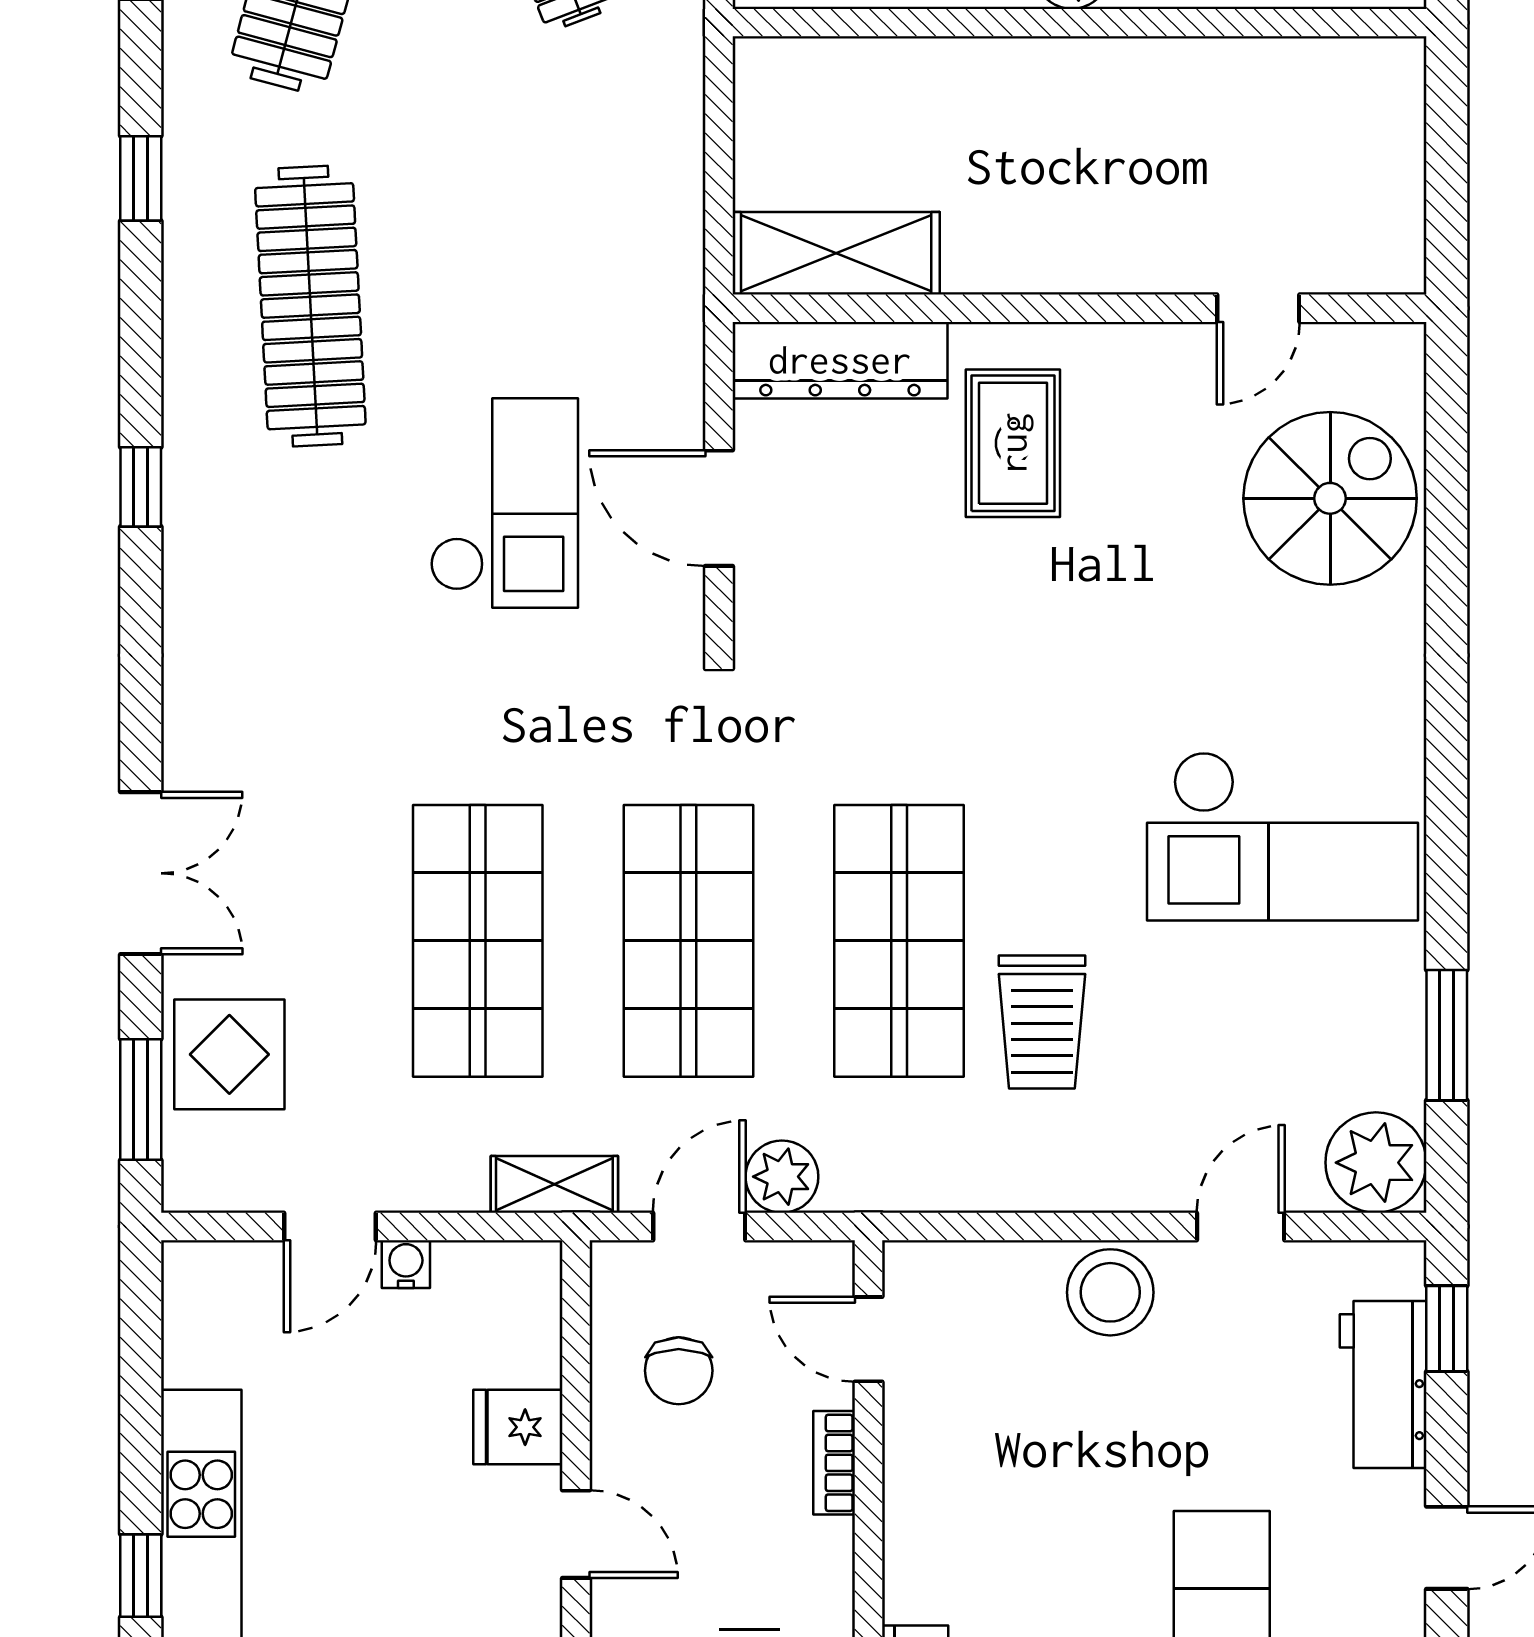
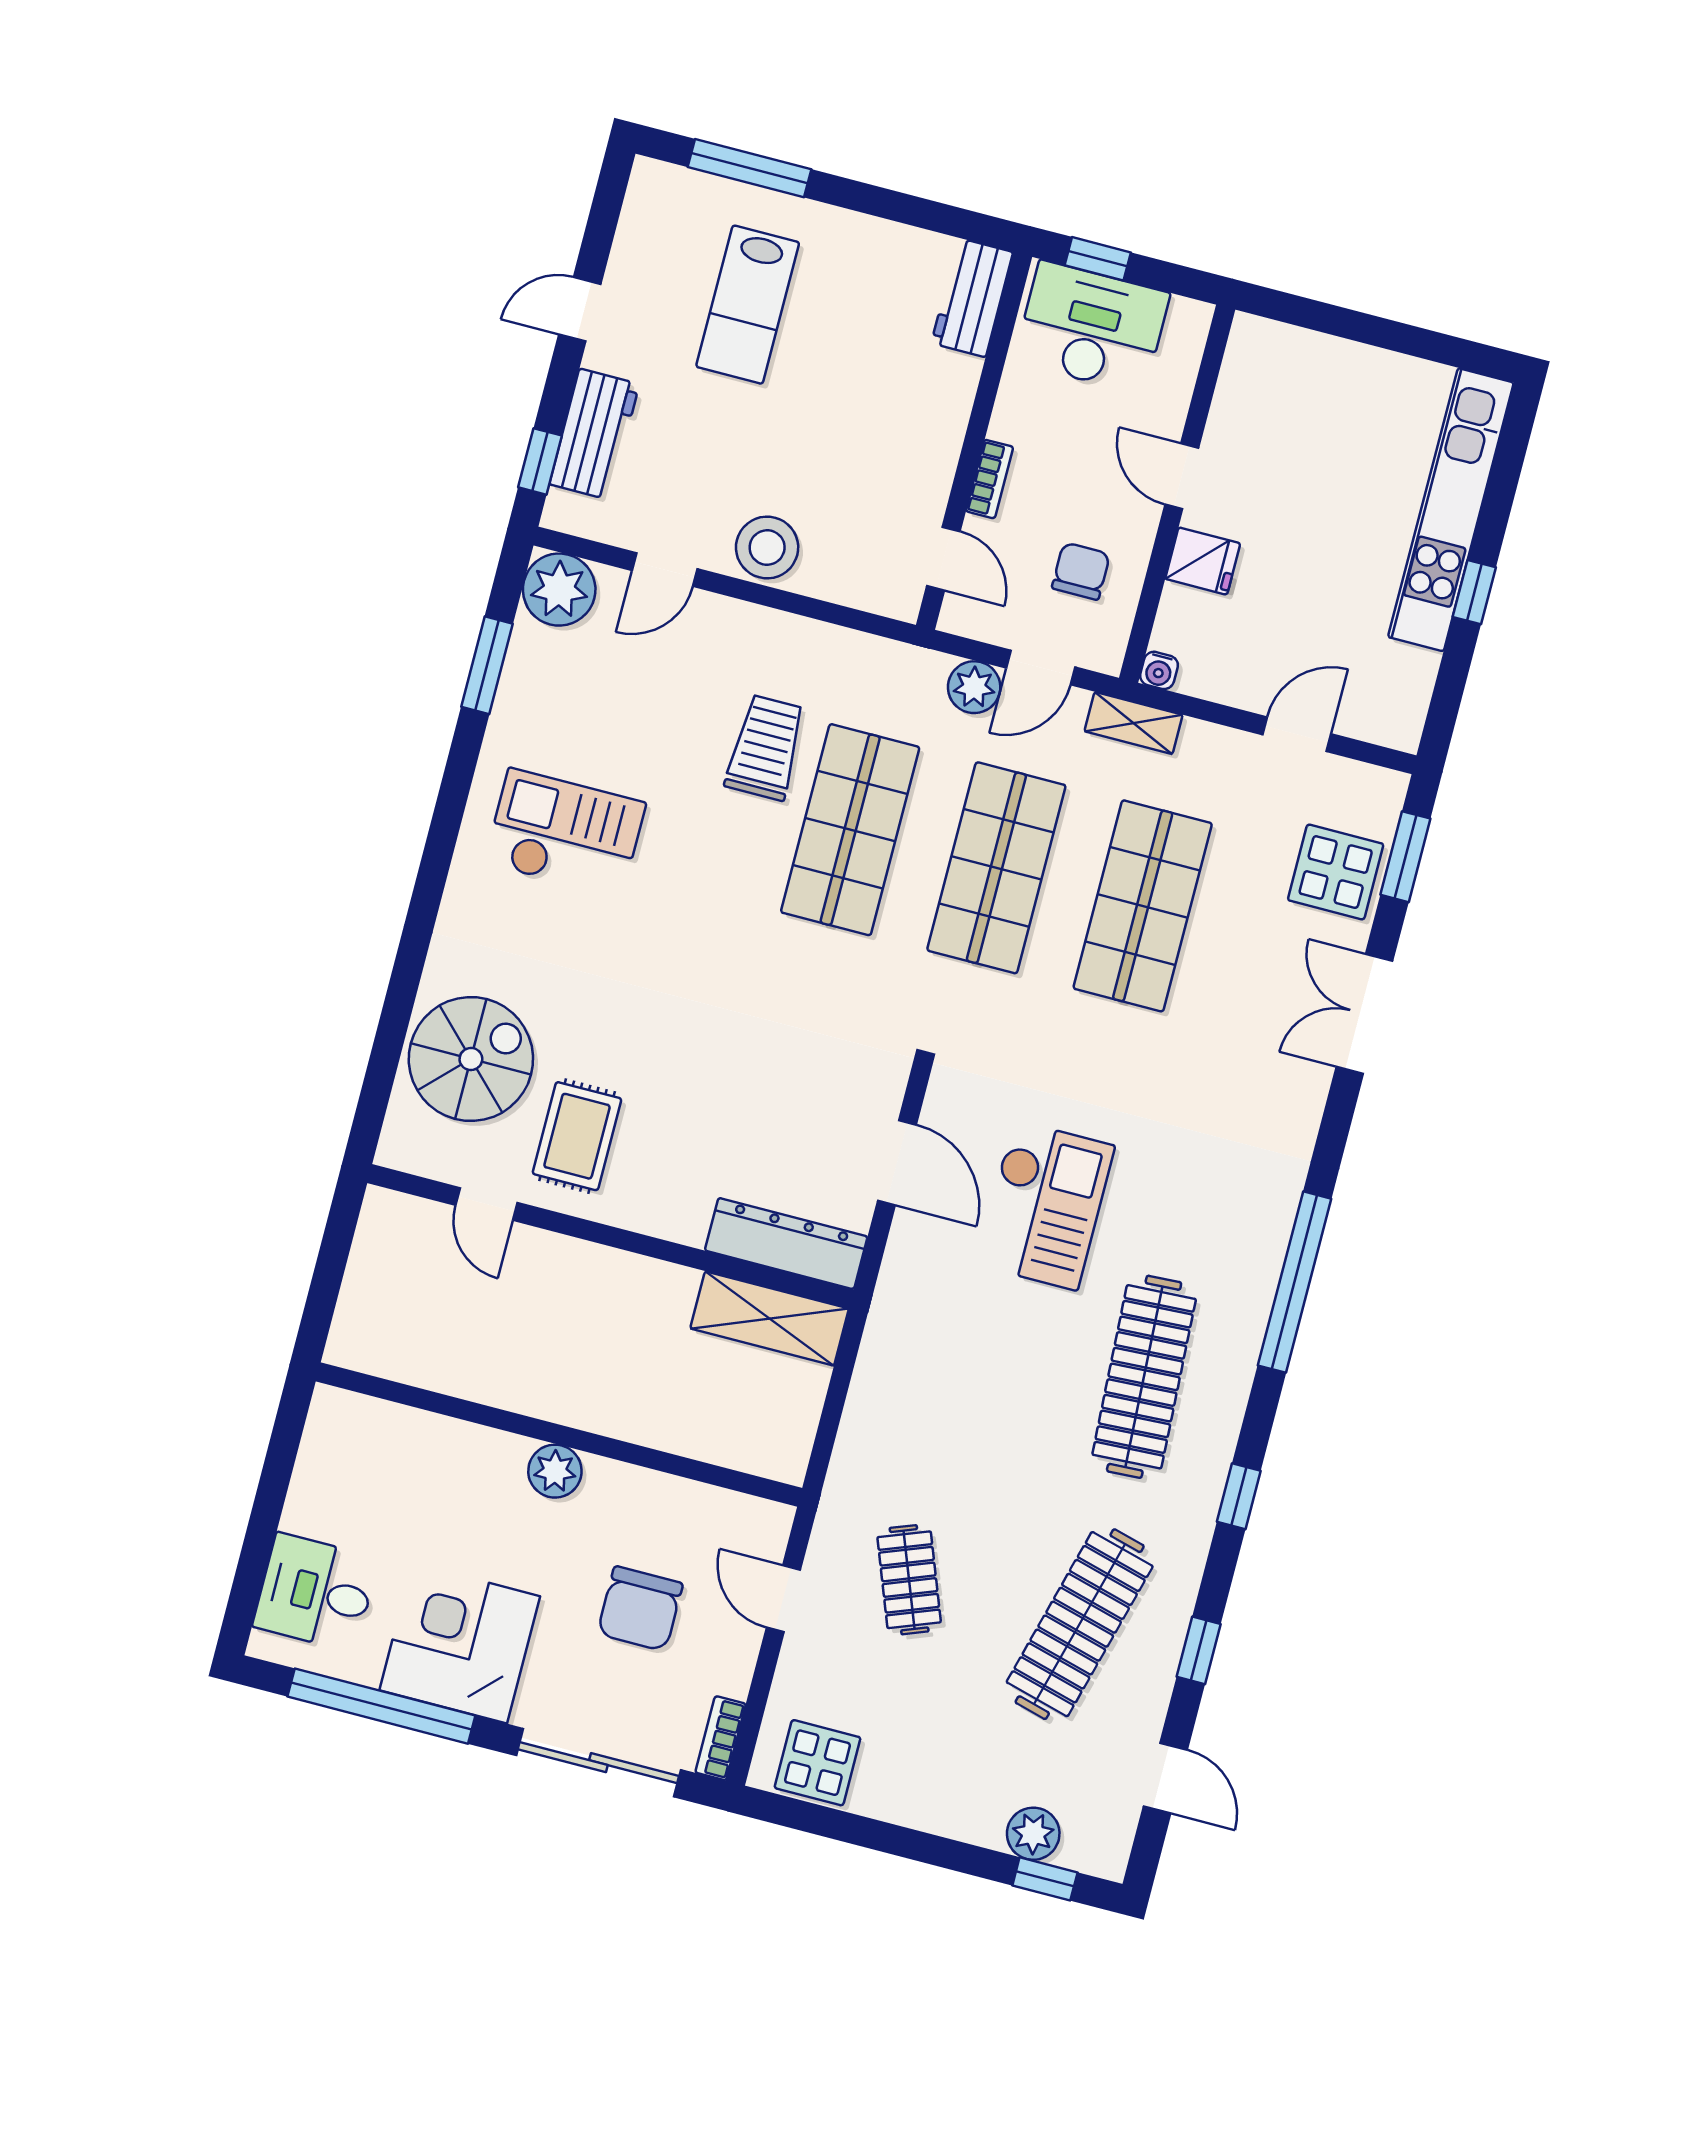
door: (1258, 308) -> (486, 1204), swing flipped
rug: (1013, 443) -> (577, 1136), moved
window: (141, 487) -> (1295, 1282), width x3.17
spiral stairs: (1330, 498) -> (471, 1059), turned 180
checkout: (504, 503) -> (1045, 1205), turned 180
checkout: (1282, 836) -> (565, 833), width x0.73, depth x0.83
water cooler: (406, 1264) -> (1159, 670), moved
window: (141, 1576) -> (1474, 592), moved

